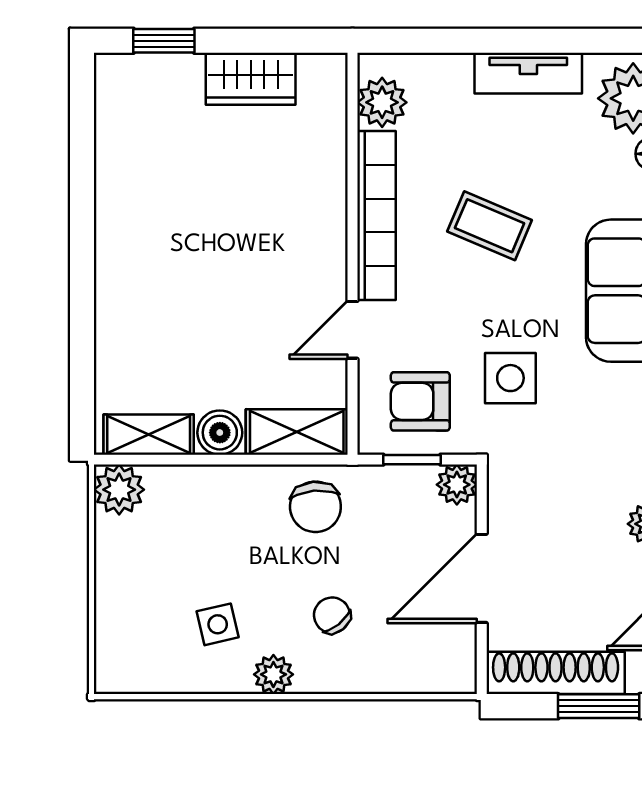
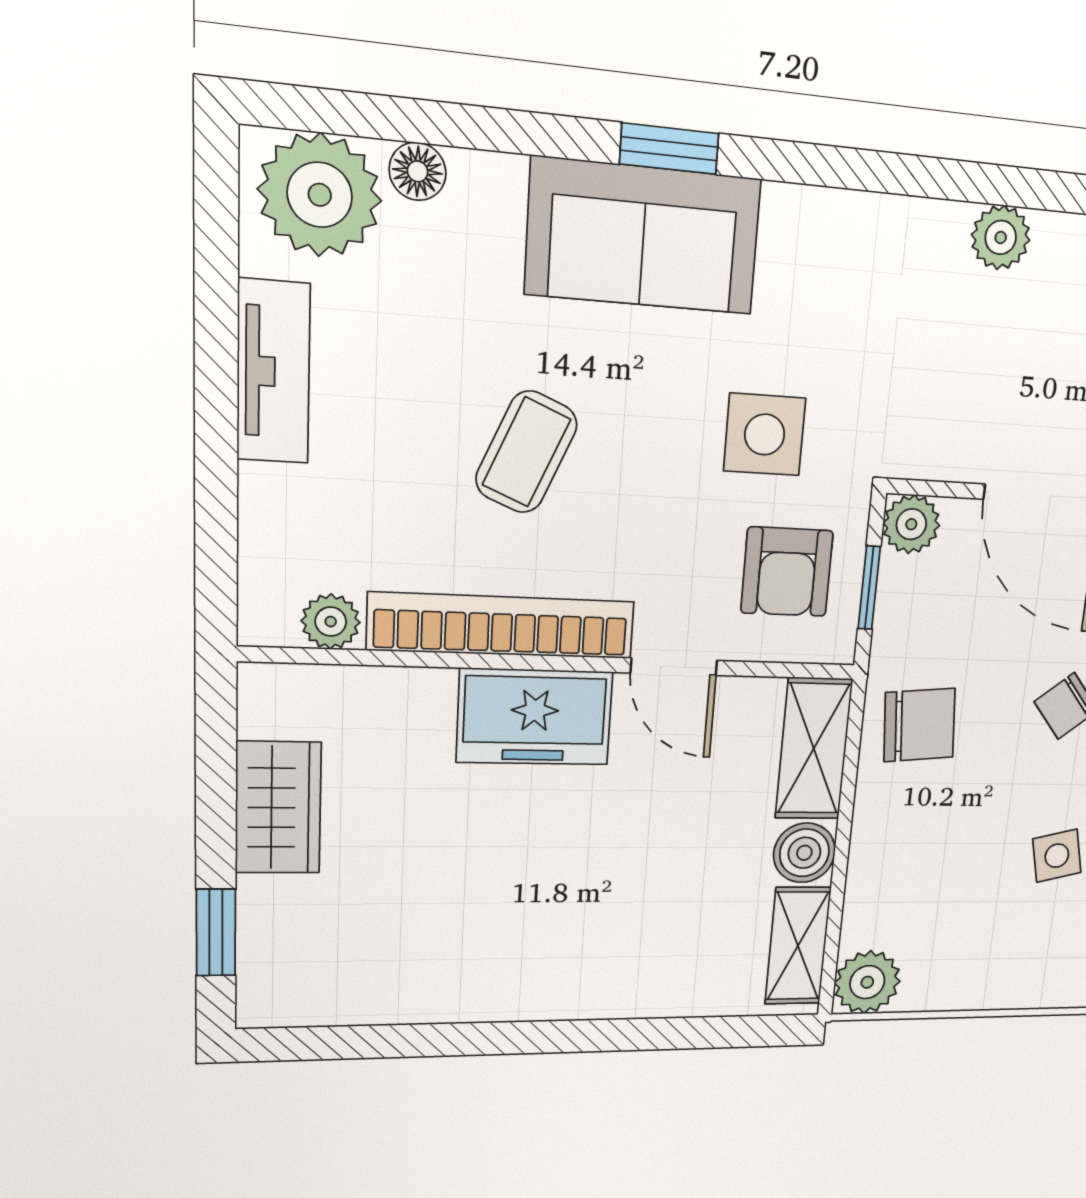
plant: (382, 102) -> (331, 622), width x0.73, depth x0.73
freezer: (315, 239) -> (535, 717), added

